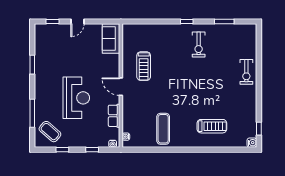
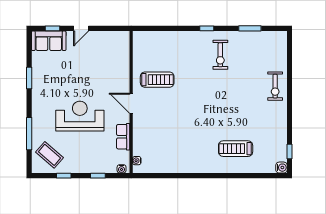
sofa: (111, 39) -> (49, 41), moved, turned -90
treadmill: (144, 66) -> (157, 80), turned -90
reception desk: (76, 98) -> (80, 116), turned -90
treadmill: (212, 126) -> (236, 149), turned 180
exercise mat: (163, 129) -> (180, 152), removed

